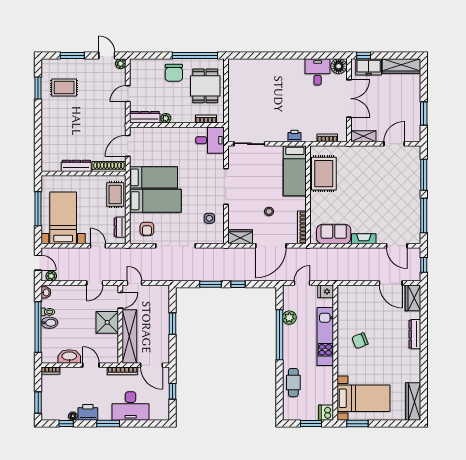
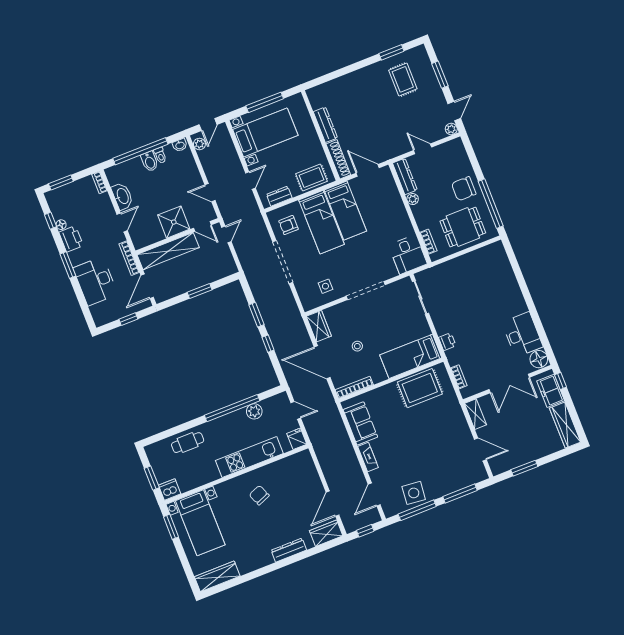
desk: (318, 72) -> (522, 335), width x1.37
side table: (408, 213) -> (414, 493), added

